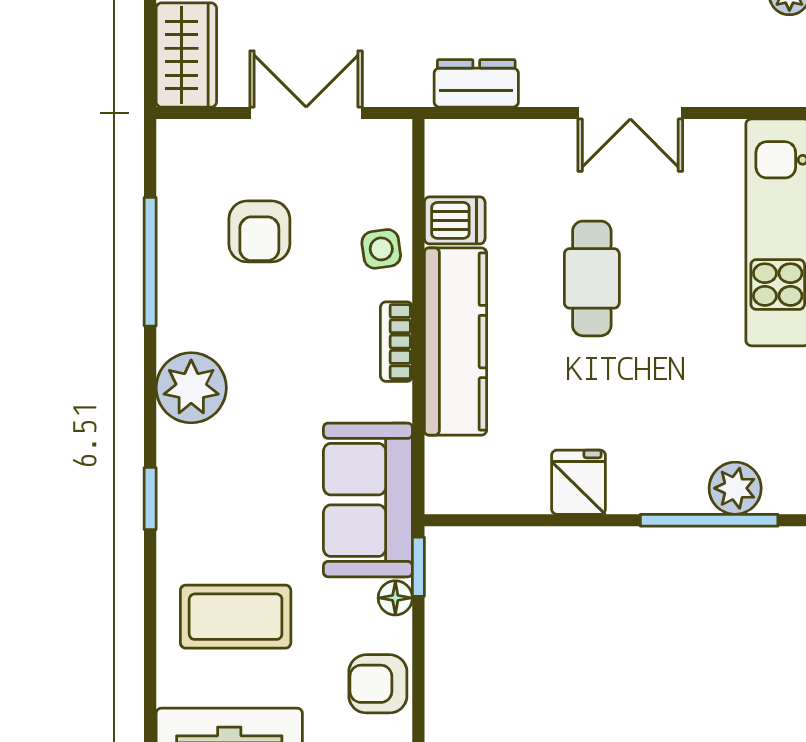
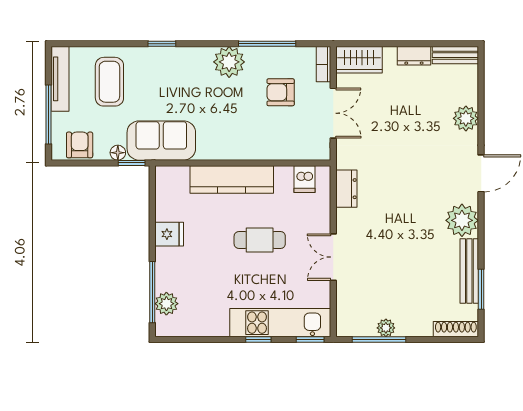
dishwasher: (455, 220) -> (305, 179), moved
side table: (381, 249) -> (273, 146), removed
bookcase: (396, 342) -> (323, 64), moved, turned -90
plant: (191, 388) -> (229, 62), moved

